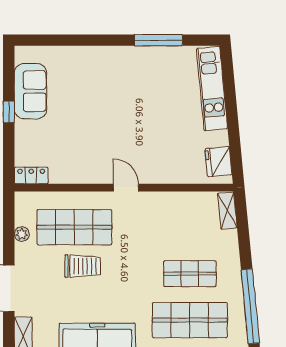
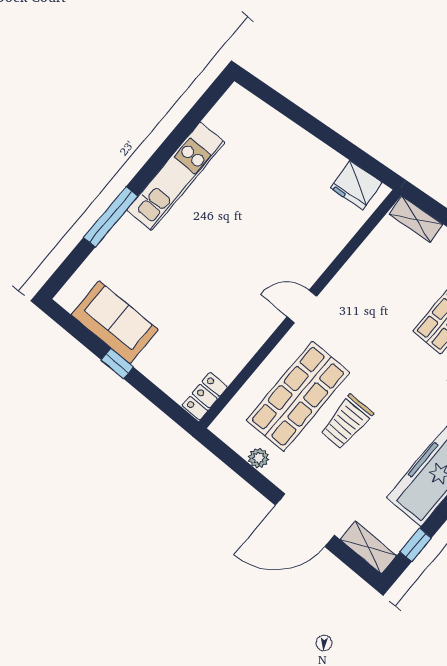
window: (158, 40) -> (111, 217), moved
kitchen unit: (212, 89) -> (176, 176), moved, turned -85
trolley: (83, 266) -> (347, 422), turned 180

